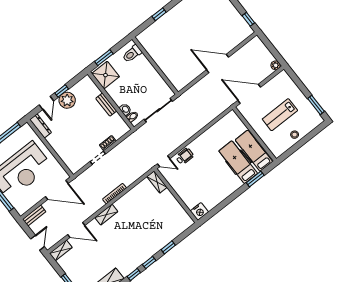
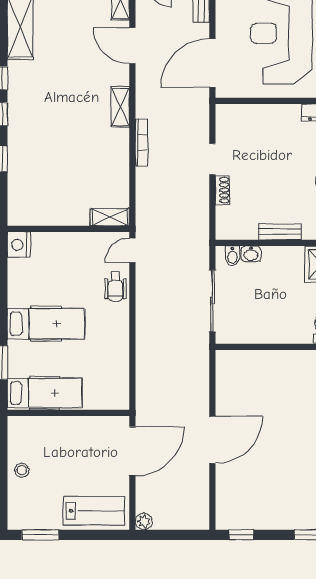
lab bench: (280, 115) -> (94, 511), moved, turned 90
hospital bed: (238, 162) -> (46, 324), moved
door: (76, 230) -> (132, 46), hinge flipped

